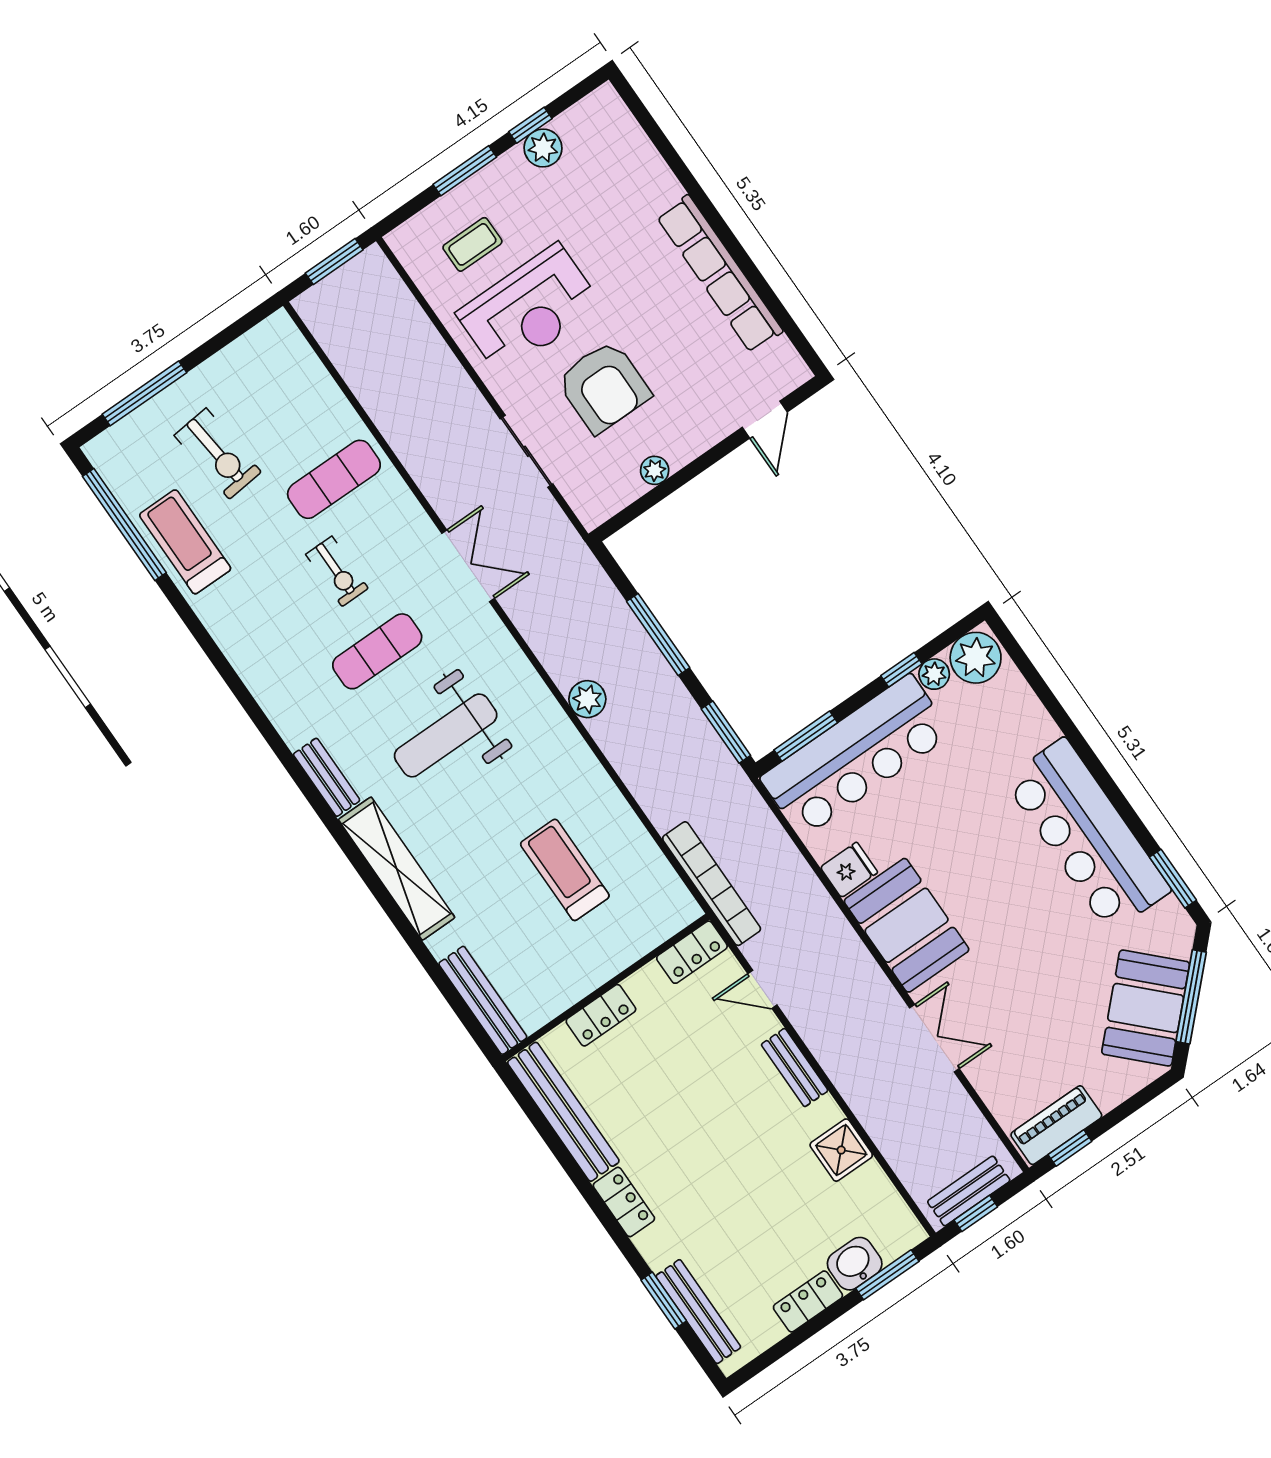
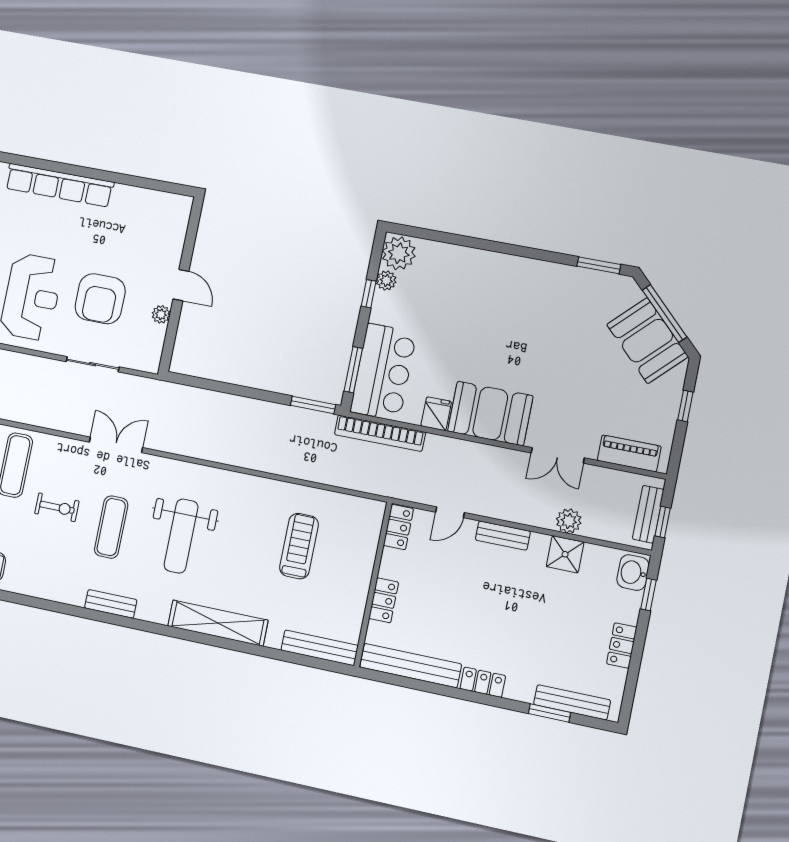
row of seats: (720, 274) -> (59, 185), moved
armchair: (604, 387) -> (100, 299), turned 90
door: (765, 420) -> (181, 285), moved
window: (658, 635) -> (236, 390), removed
plant: (587, 699) -> (569, 521), moved
bar counter: (856, 756) -> (383, 372), width x0.73
bench: (327, 777) -> (111, 604), moved
bar counter: (1087, 835) -> (536, 285), removed
treadmill: (565, 870) -> (299, 546), turned 90
bookcase: (712, 884) -> (380, 433), moved, turned 180
double door: (934, 1038) -> (558, 455), swing flipped
piano: (1056, 1125) -> (629, 453), moved, turned 90
window: (1070, 1148) -> (685, 406), moved
washbasin: (855, 1264) -> (633, 573), moved
window: (887, 1275) -> (648, 595), width x0.67

